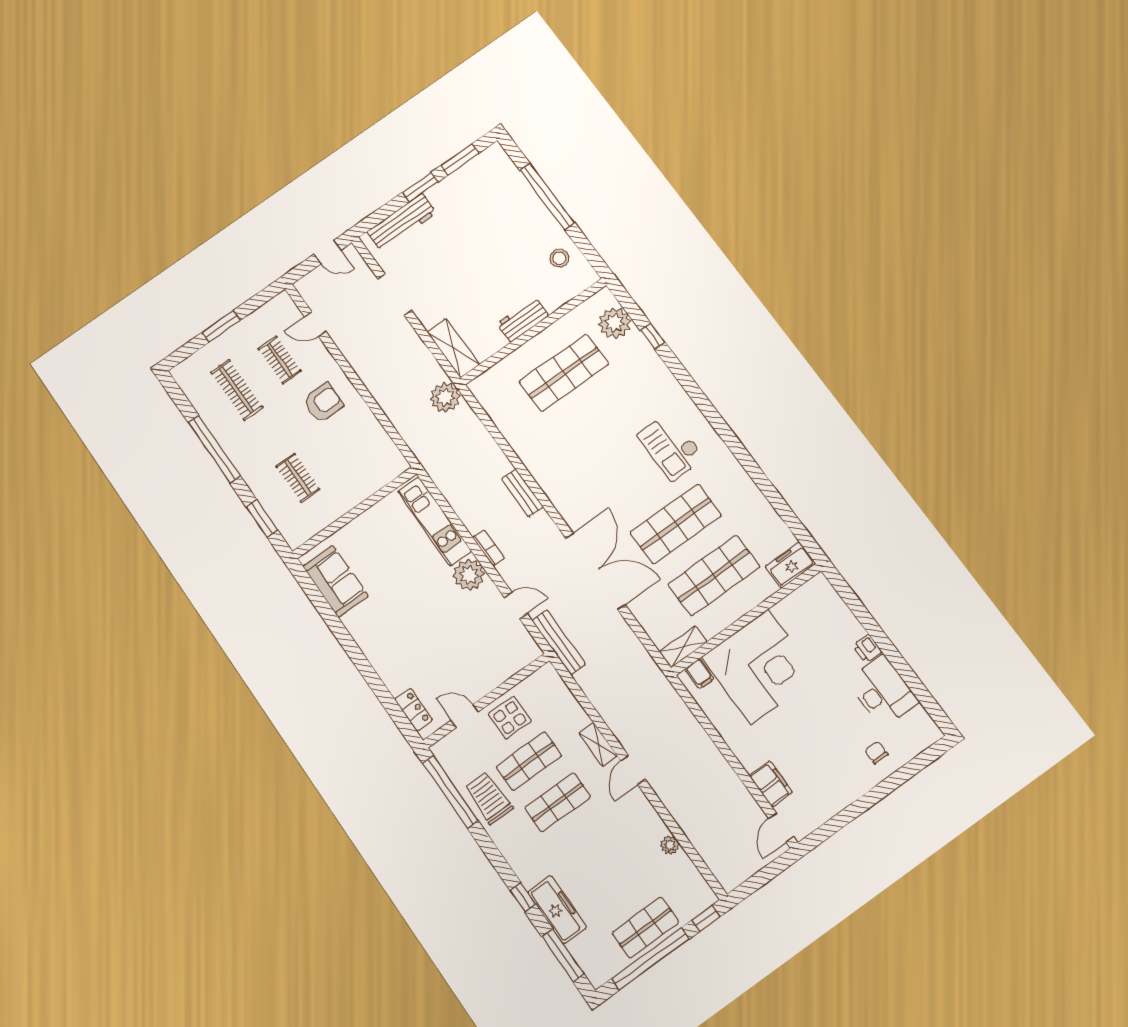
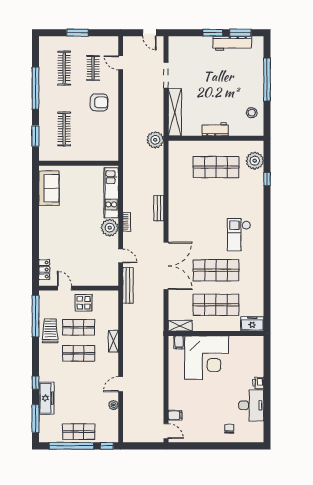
workbench: (402, 222) -> (232, 43), moved
shelving: (453, 348) -> (175, 112), width x1.47
clothes rail: (298, 478) -> (64, 129), width x1.36
door: (633, 770) -> (121, 384), moved
filing cabinet: (771, 784) -> (175, 415), width x0.50
door: (781, 827) -> (166, 431), swing flipped

